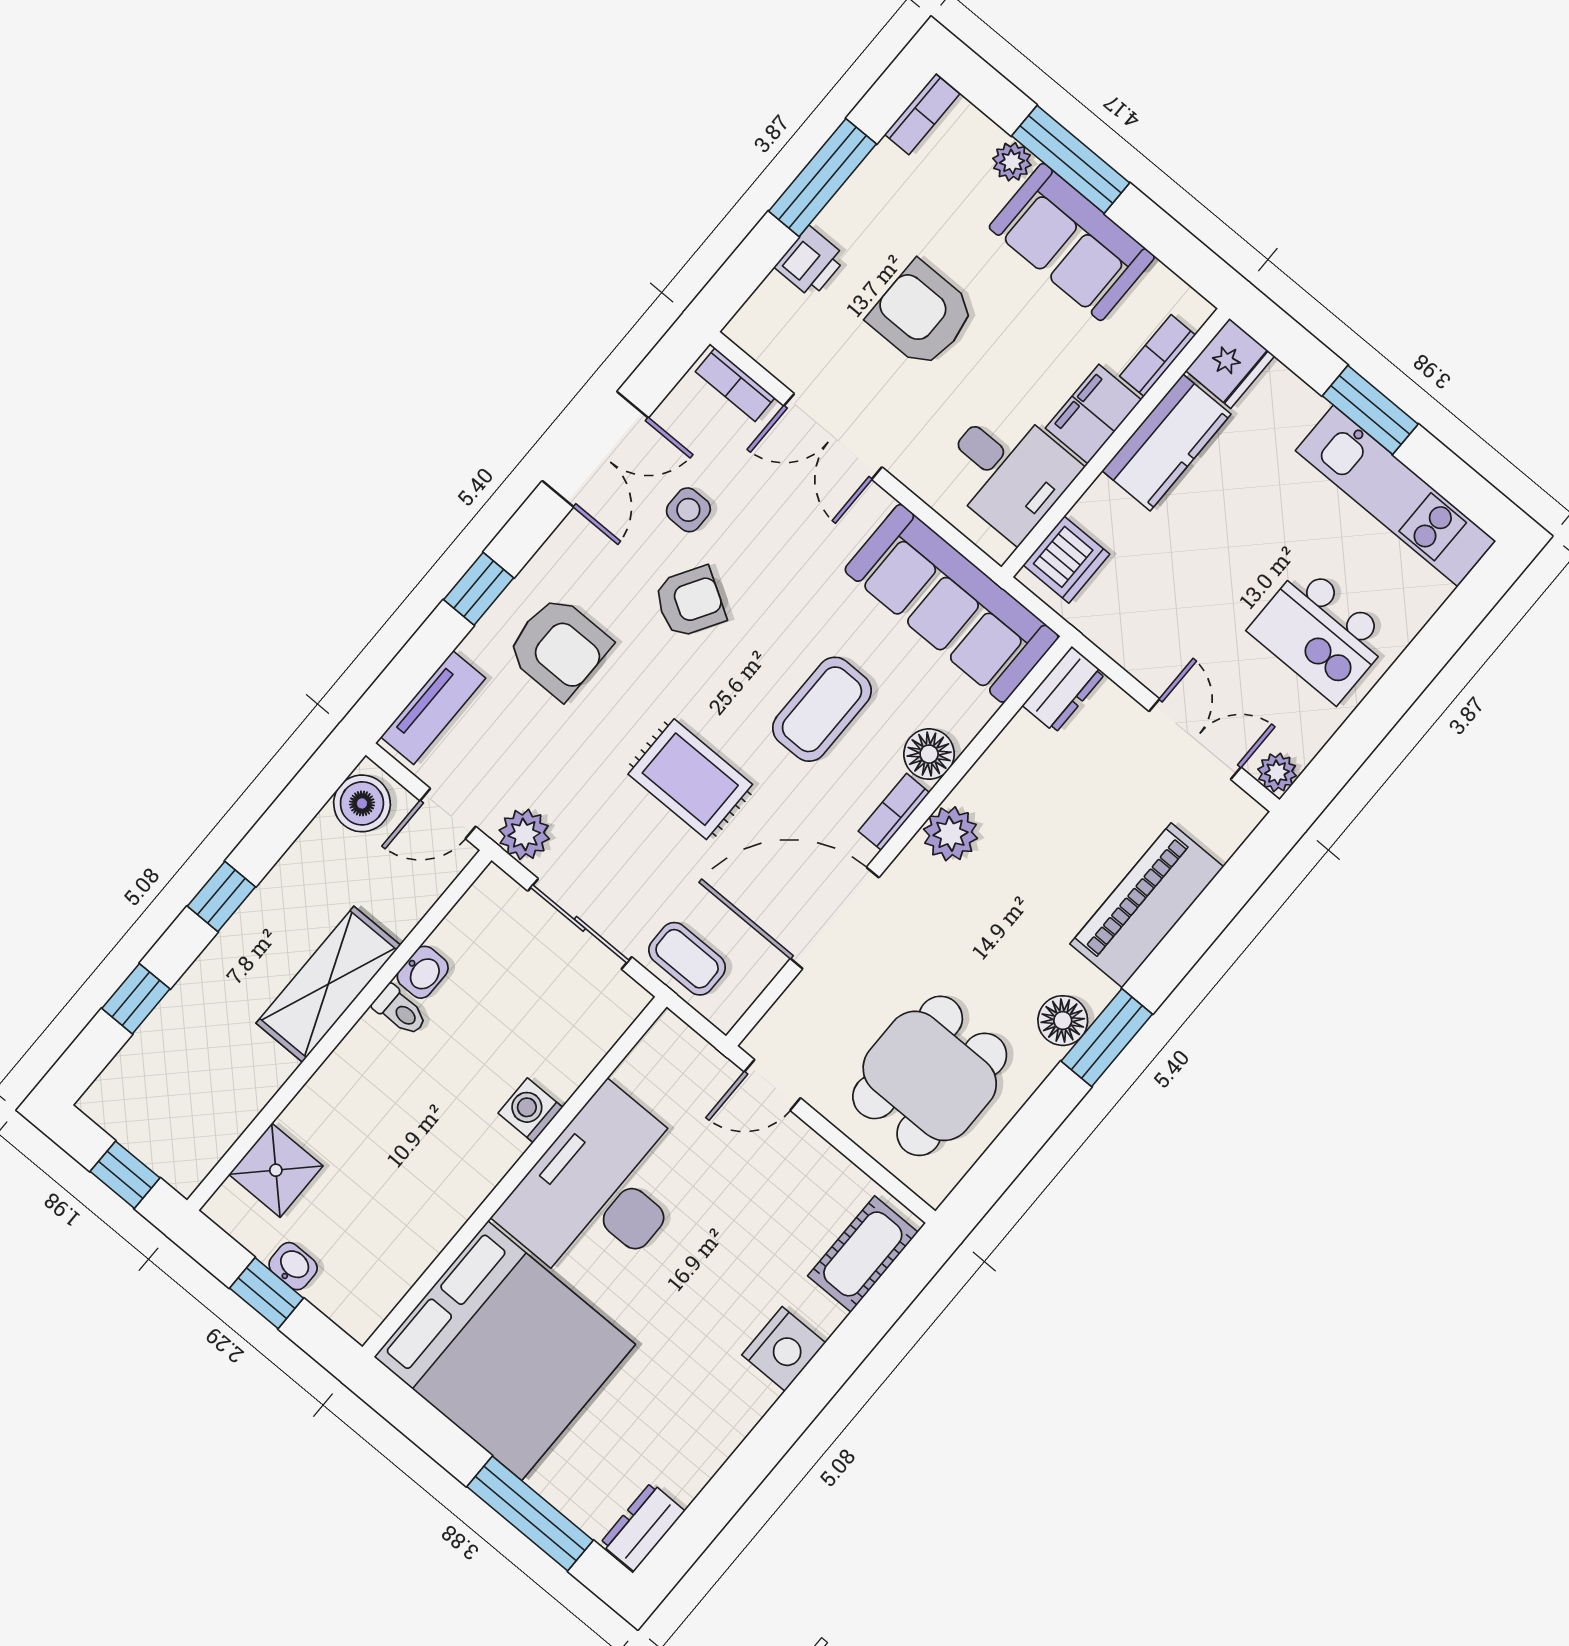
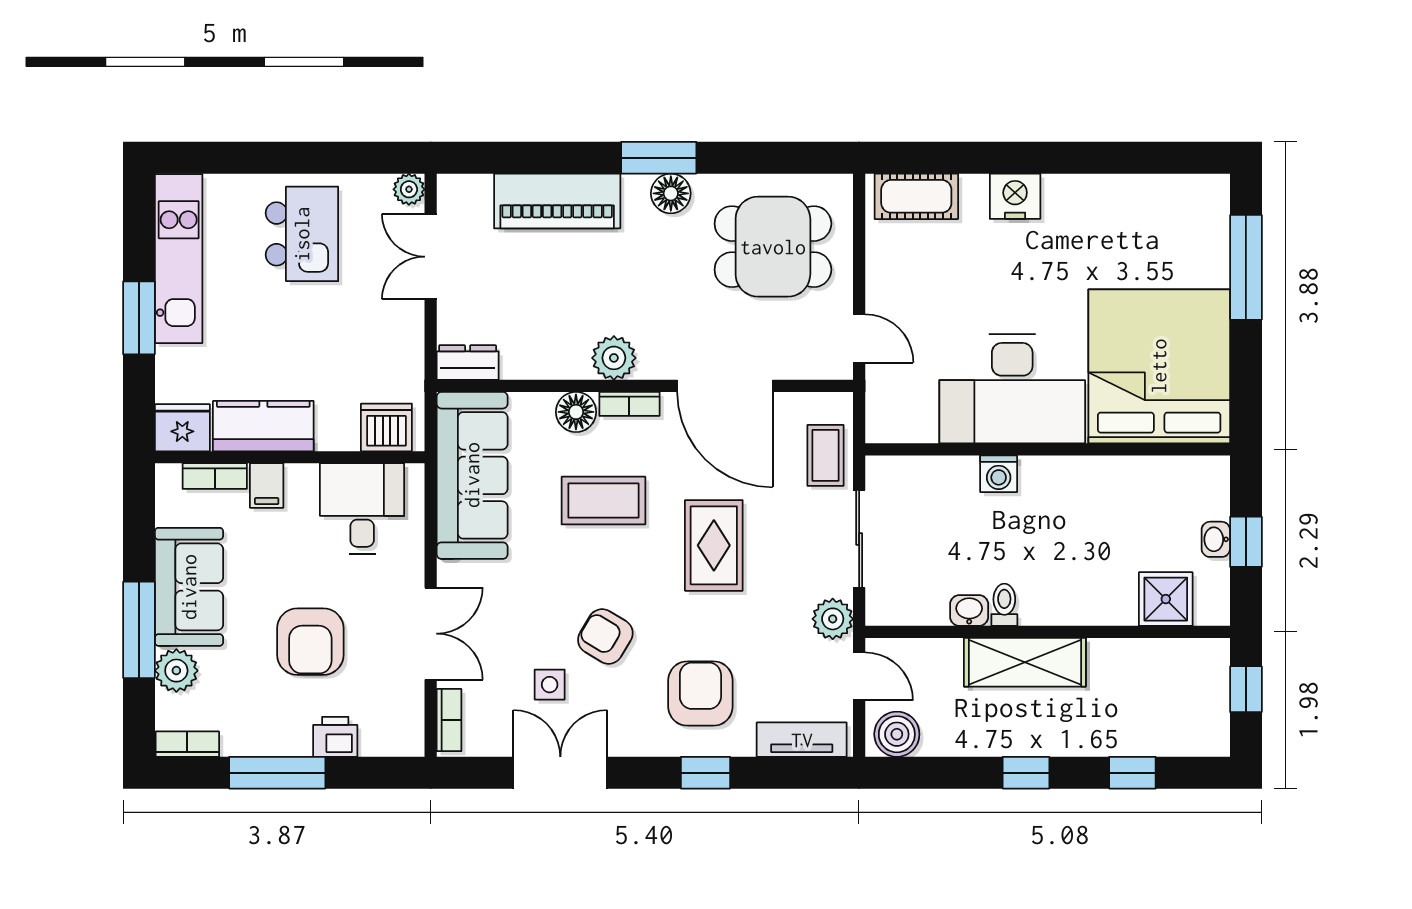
plant: (1012, 162) -> (176, 671), width x1.38, depth x1.38
filing cabinet: (1093, 414) -> (267, 485), width x0.50
dresser: (642, 1527) -> (1197, 192), removed

